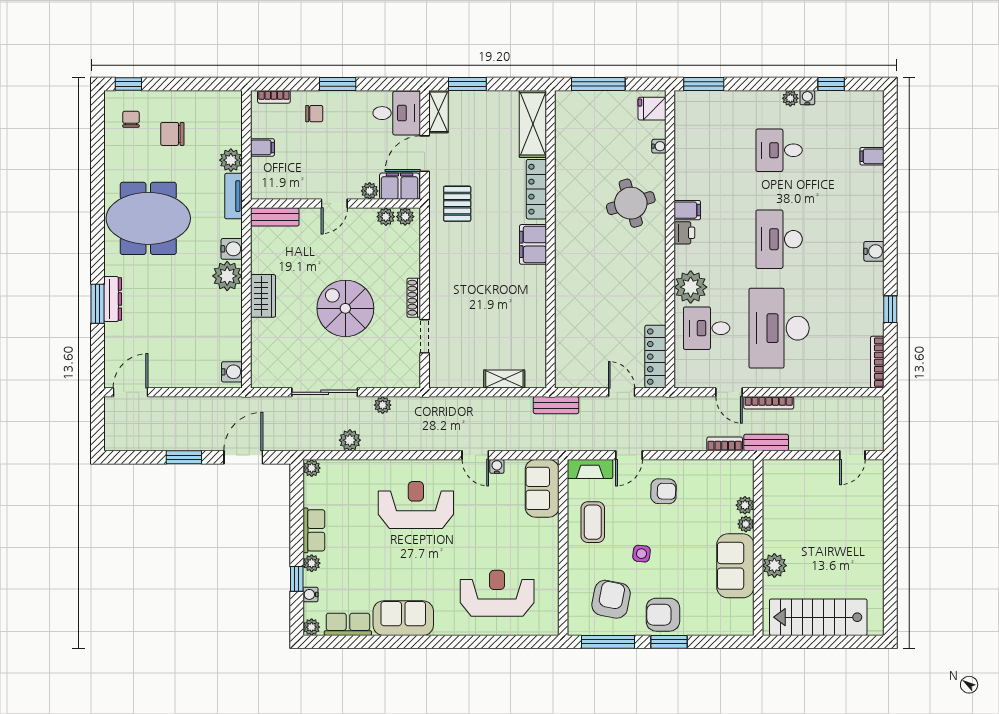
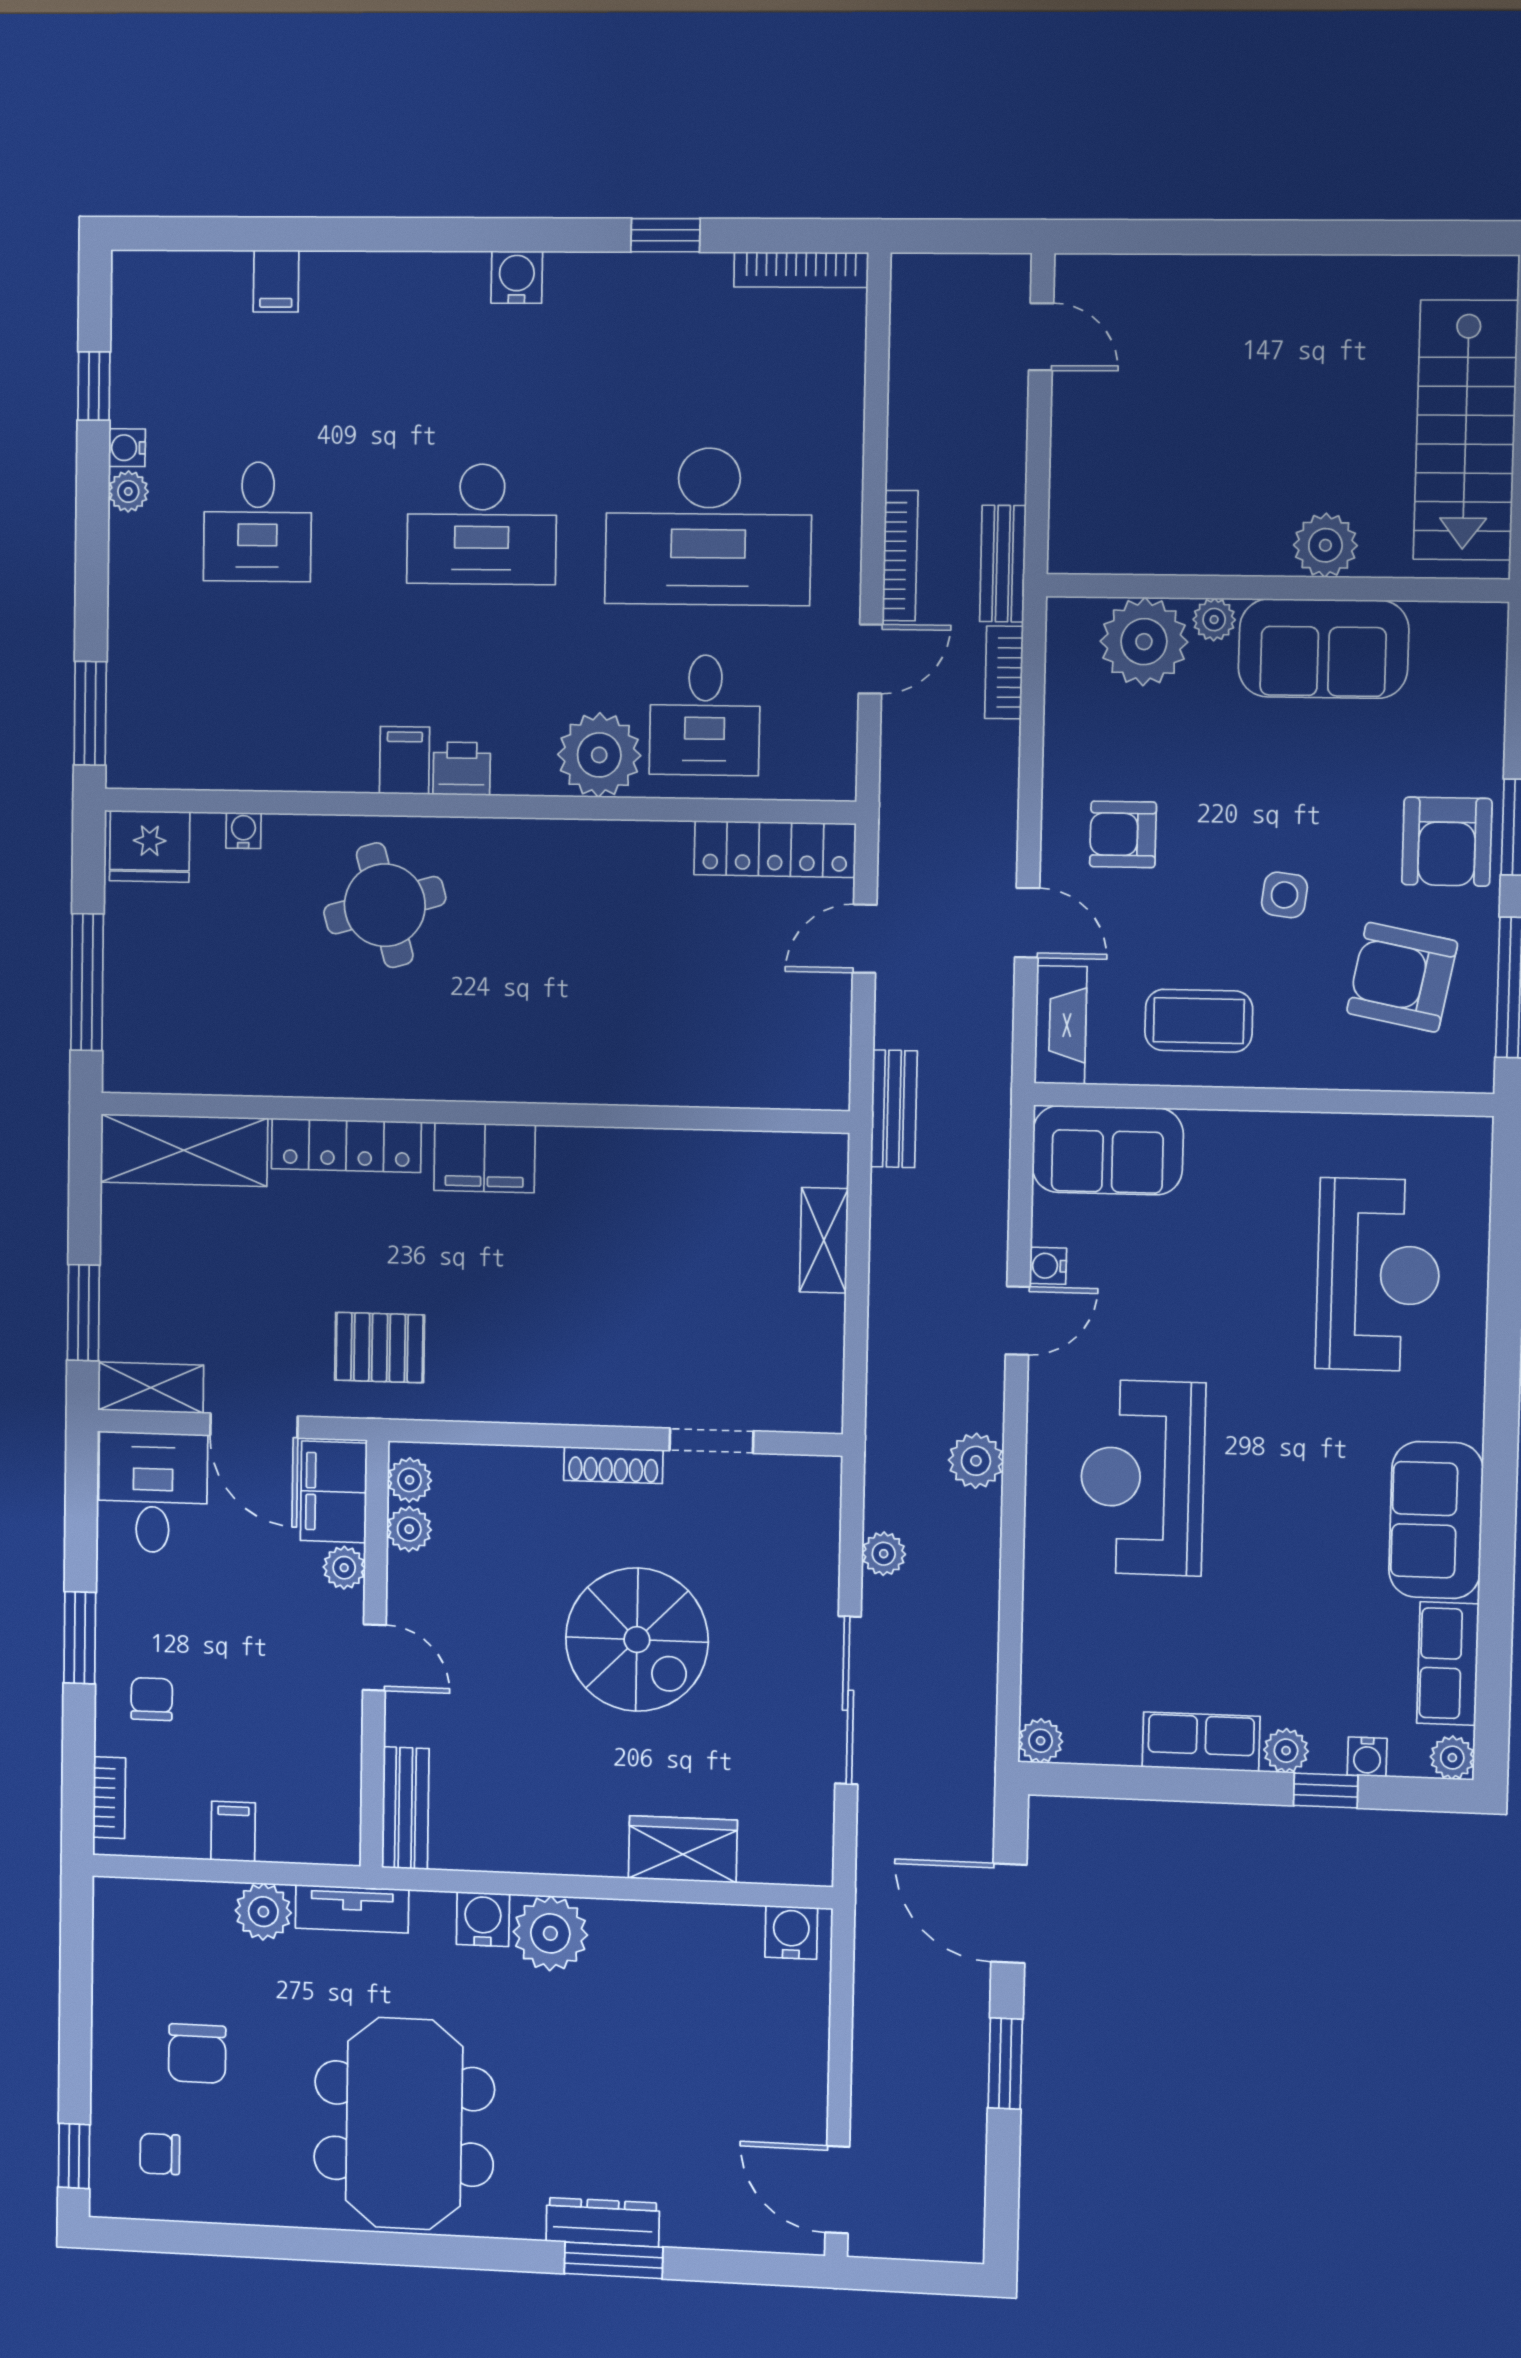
fridge: (652, 109) -> (150, 846), width x1.38
wardrobe: (263, 296) -> (683, 1849), moved
spiral stairs: (345, 308) -> (637, 1640), turned -90
plant: (350, 440) -> (976, 1461), moved
armchair: (664, 491) -> (1123, 834), turned -91
plant: (745, 505) -> (1144, 642), width x1.87, depth x1.87
reception desk: (497, 593) -> (1378, 1275), turned 180

